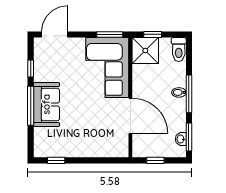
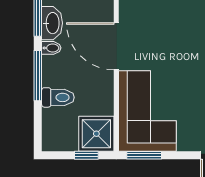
toilet: (179, 50) -> (58, 97), moved, turned 90
bidet: (179, 92) -> (51, 48), moved
washbasin: (181, 139) -> (52, 23), width x1.91, depth x1.45

